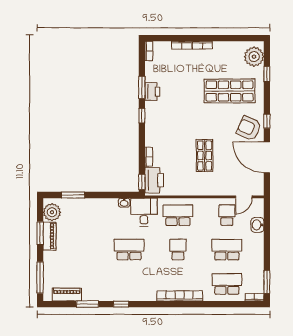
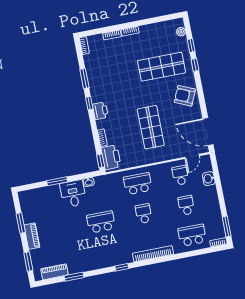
plant: (254, 57) -> (181, 32), width x0.53, depth x0.53
printer: (152, 92) -> (100, 111), moved
window: (267, 121) -> (195, 65), moved
shop shelf: (205, 156) -> (151, 127), width x1.43, depth x1.36
door: (267, 157) -> (208, 132), moved
window: (73, 195) -> (57, 181), moved
plant: (52, 212) -> (27, 203), removed
desk: (144, 212) -> (73, 194), moved
piano: (50, 236) -> (32, 236), moved
school desk: (227, 250) -> (186, 205), width x0.54
window: (40, 278) -> (28, 262), width x0.69
window: (121, 304) -> (122, 267), moved

